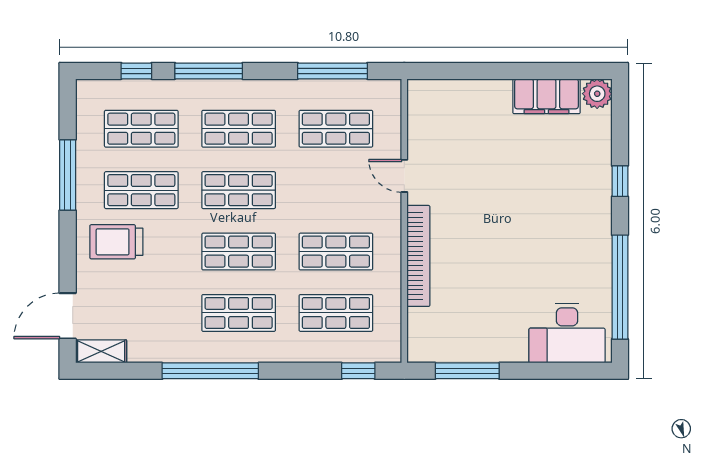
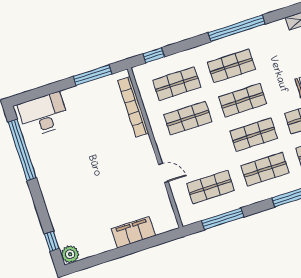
filing cabinet: (547, 96) -> (133, 232), moved
window: (620, 181) -> (52, 241), moved
bookcase: (418, 256) -> (133, 107), moved

